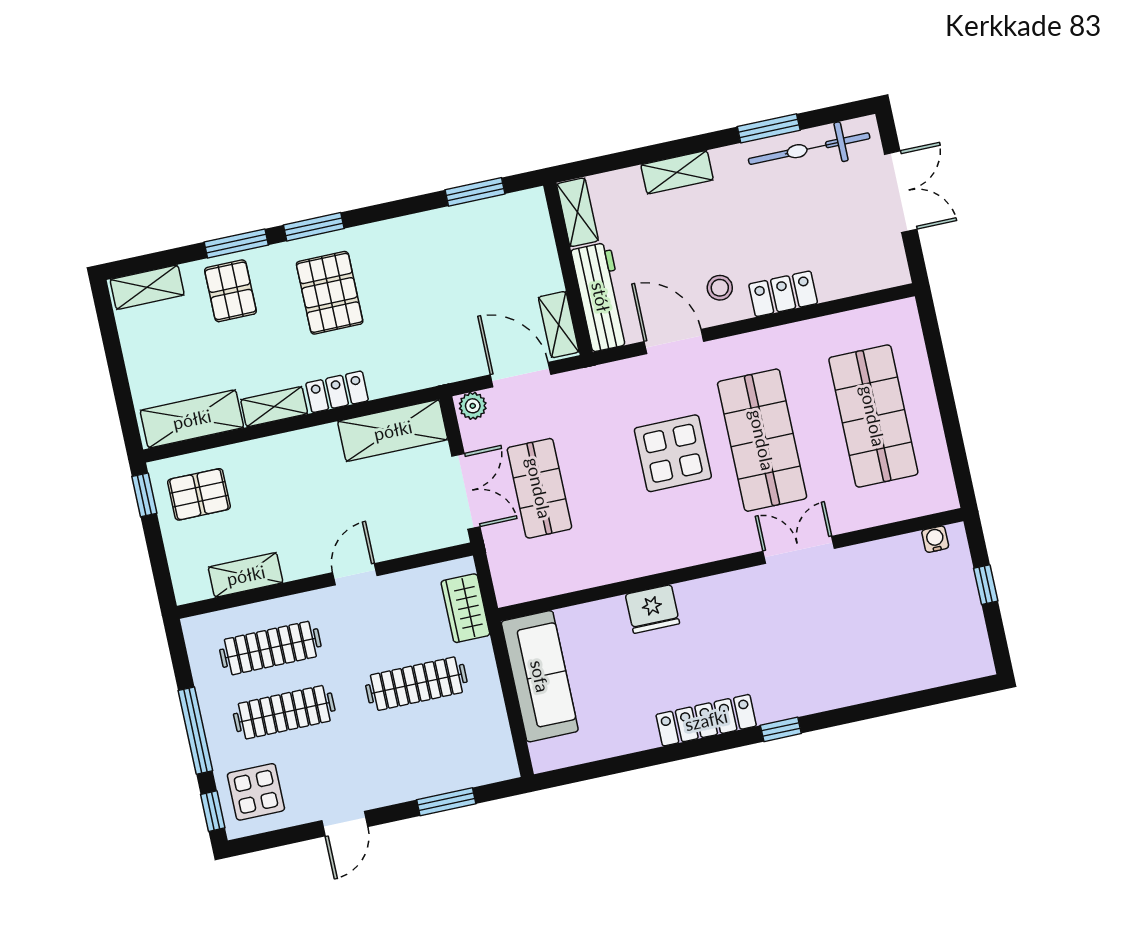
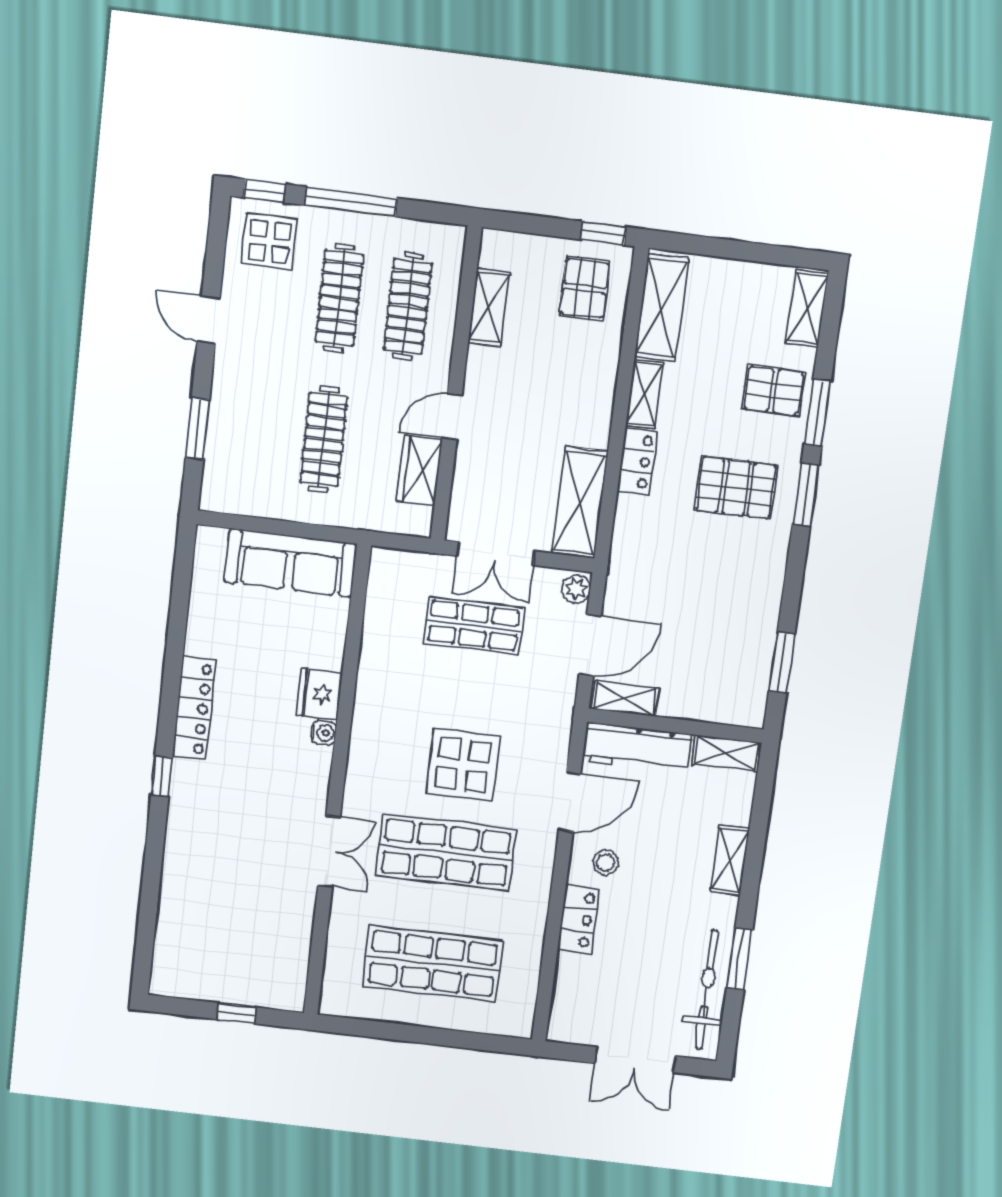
water cooler: (935, 539) -> (324, 733), moved
door: (355, 574) -> (452, 416), swing flipped
wardrobe: (465, 608) -> (419, 470), moved, turned -90

